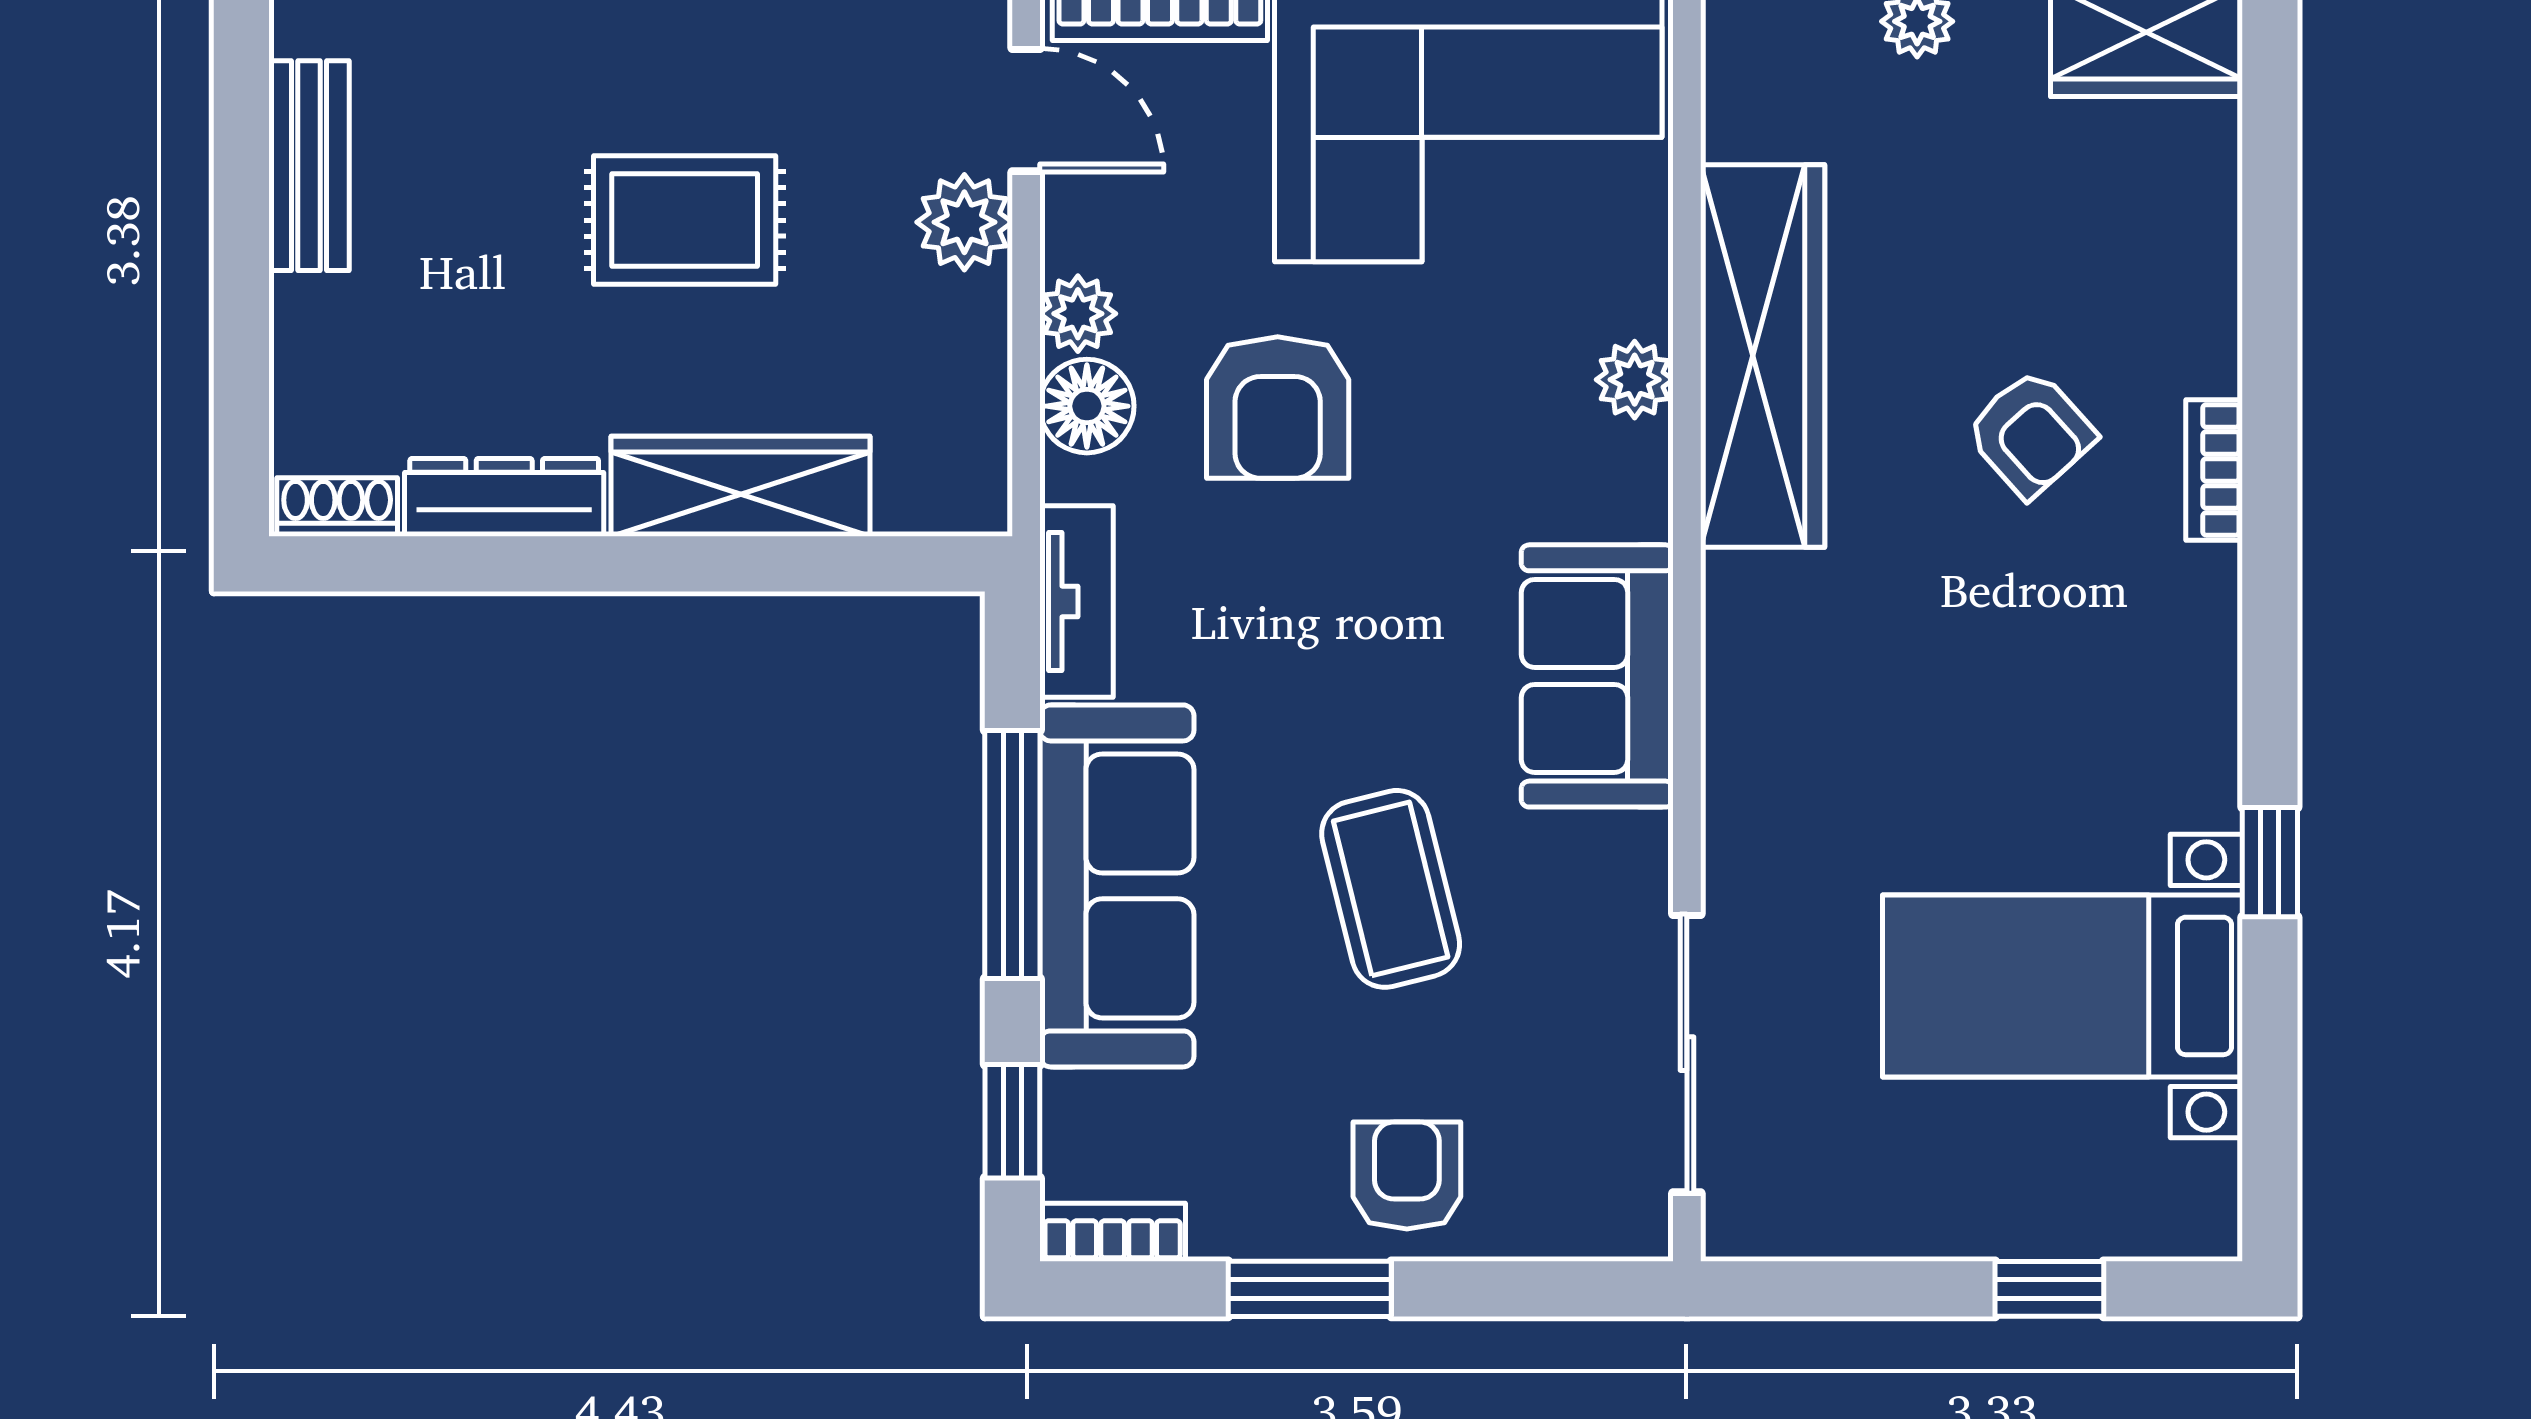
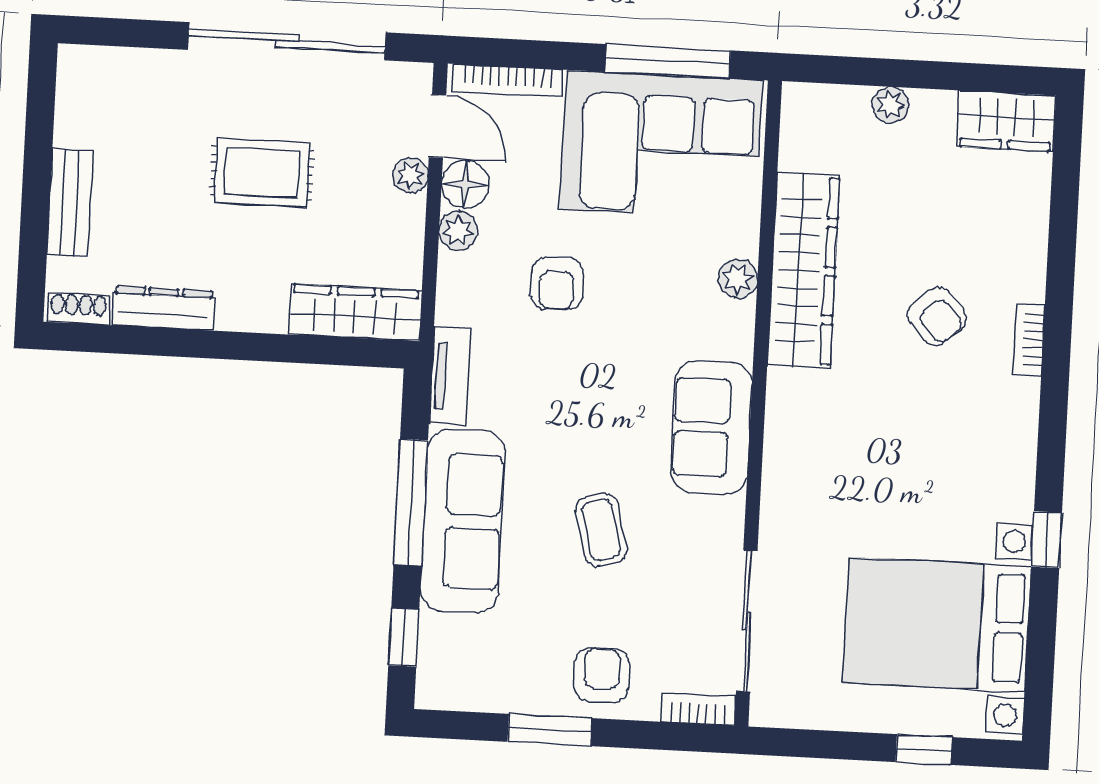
bench: (309, 166) -> (70, 202), moved
plant: (964, 222) -> (410, 175), width x0.73, depth x0.73
floor lamp: (1087, 406) -> (465, 184), moved
armchair: (1278, 408) -> (557, 283), width x0.72, depth x0.72
wardrobe: (740, 486) -> (355, 313), moved
coffee table: (1391, 889) -> (601, 530), width x0.73, depth x0.77
bed with nightstands: (2062, 986) -> (937, 624), width x1.36
bookcase: (1113, 1232) -> (698, 709), moved

